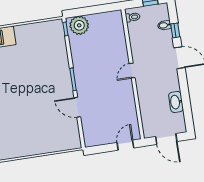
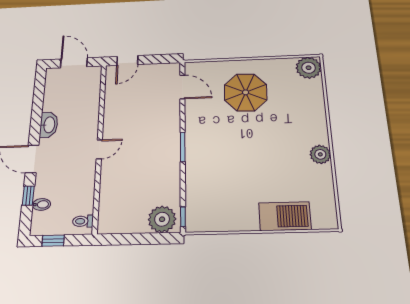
washbasin: (176, 102) -> (49, 125), moved
door: (77, 107) -> (182, 87), moved
parasol: (34, 127) -> (246, 92), added

